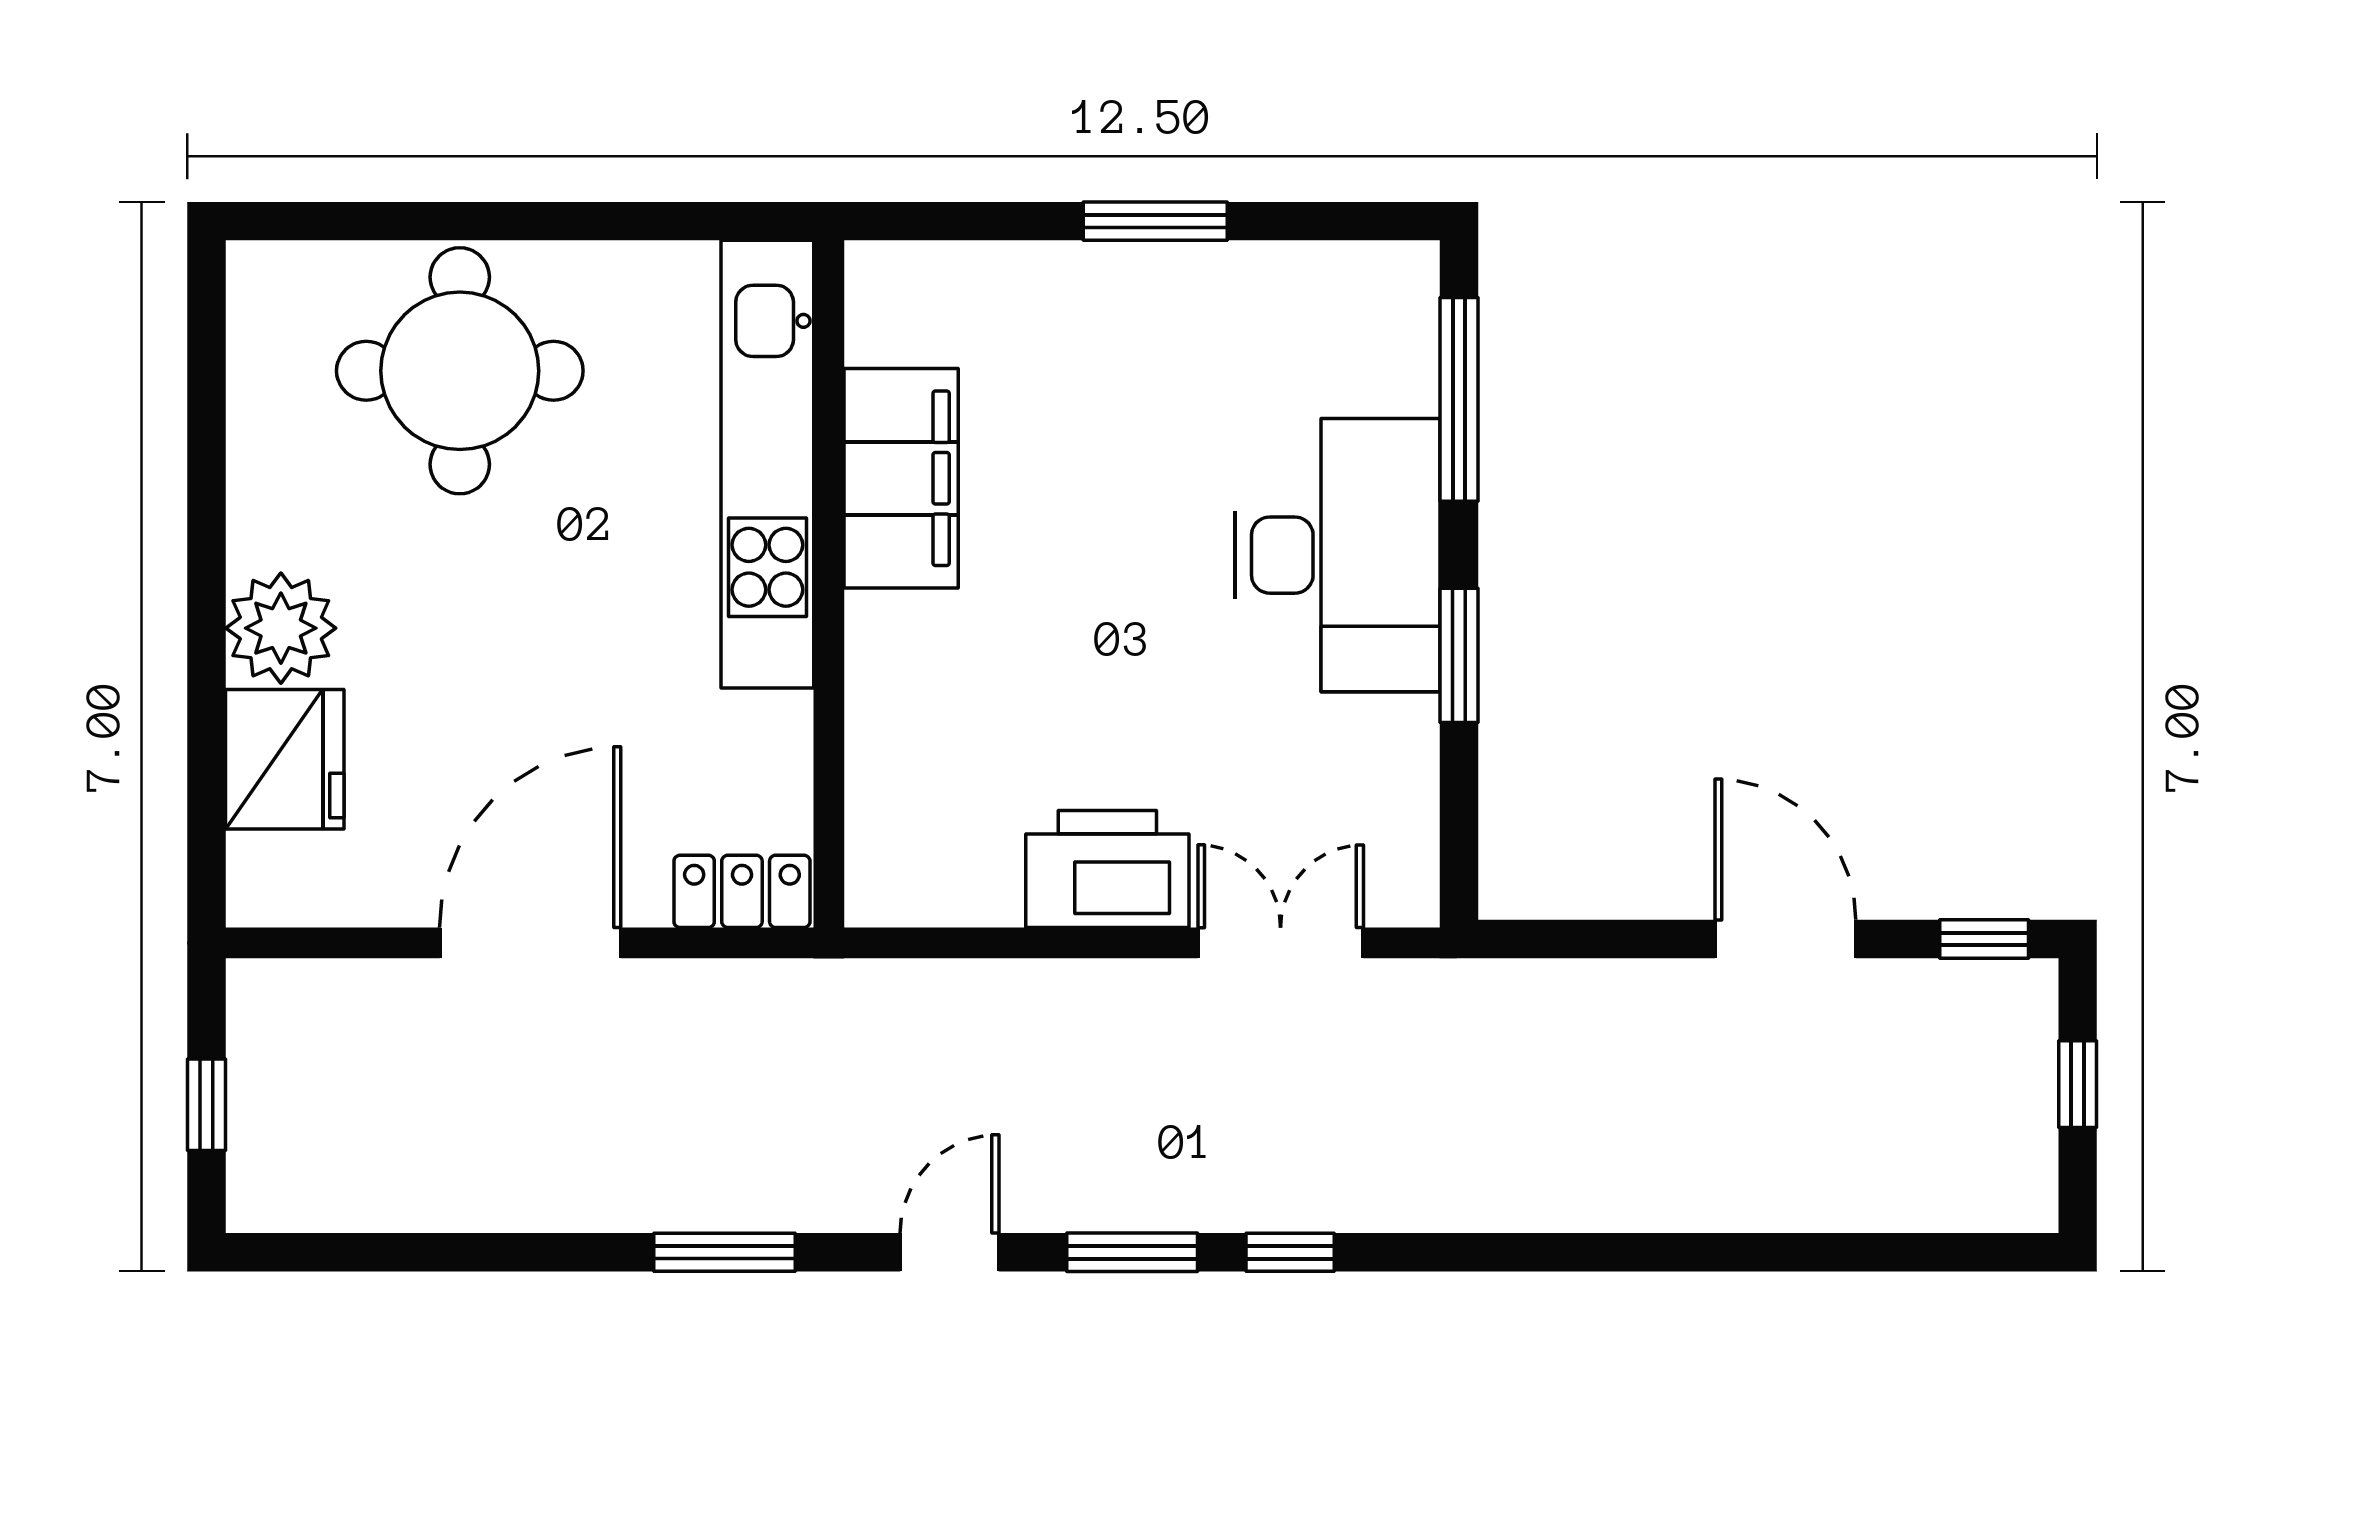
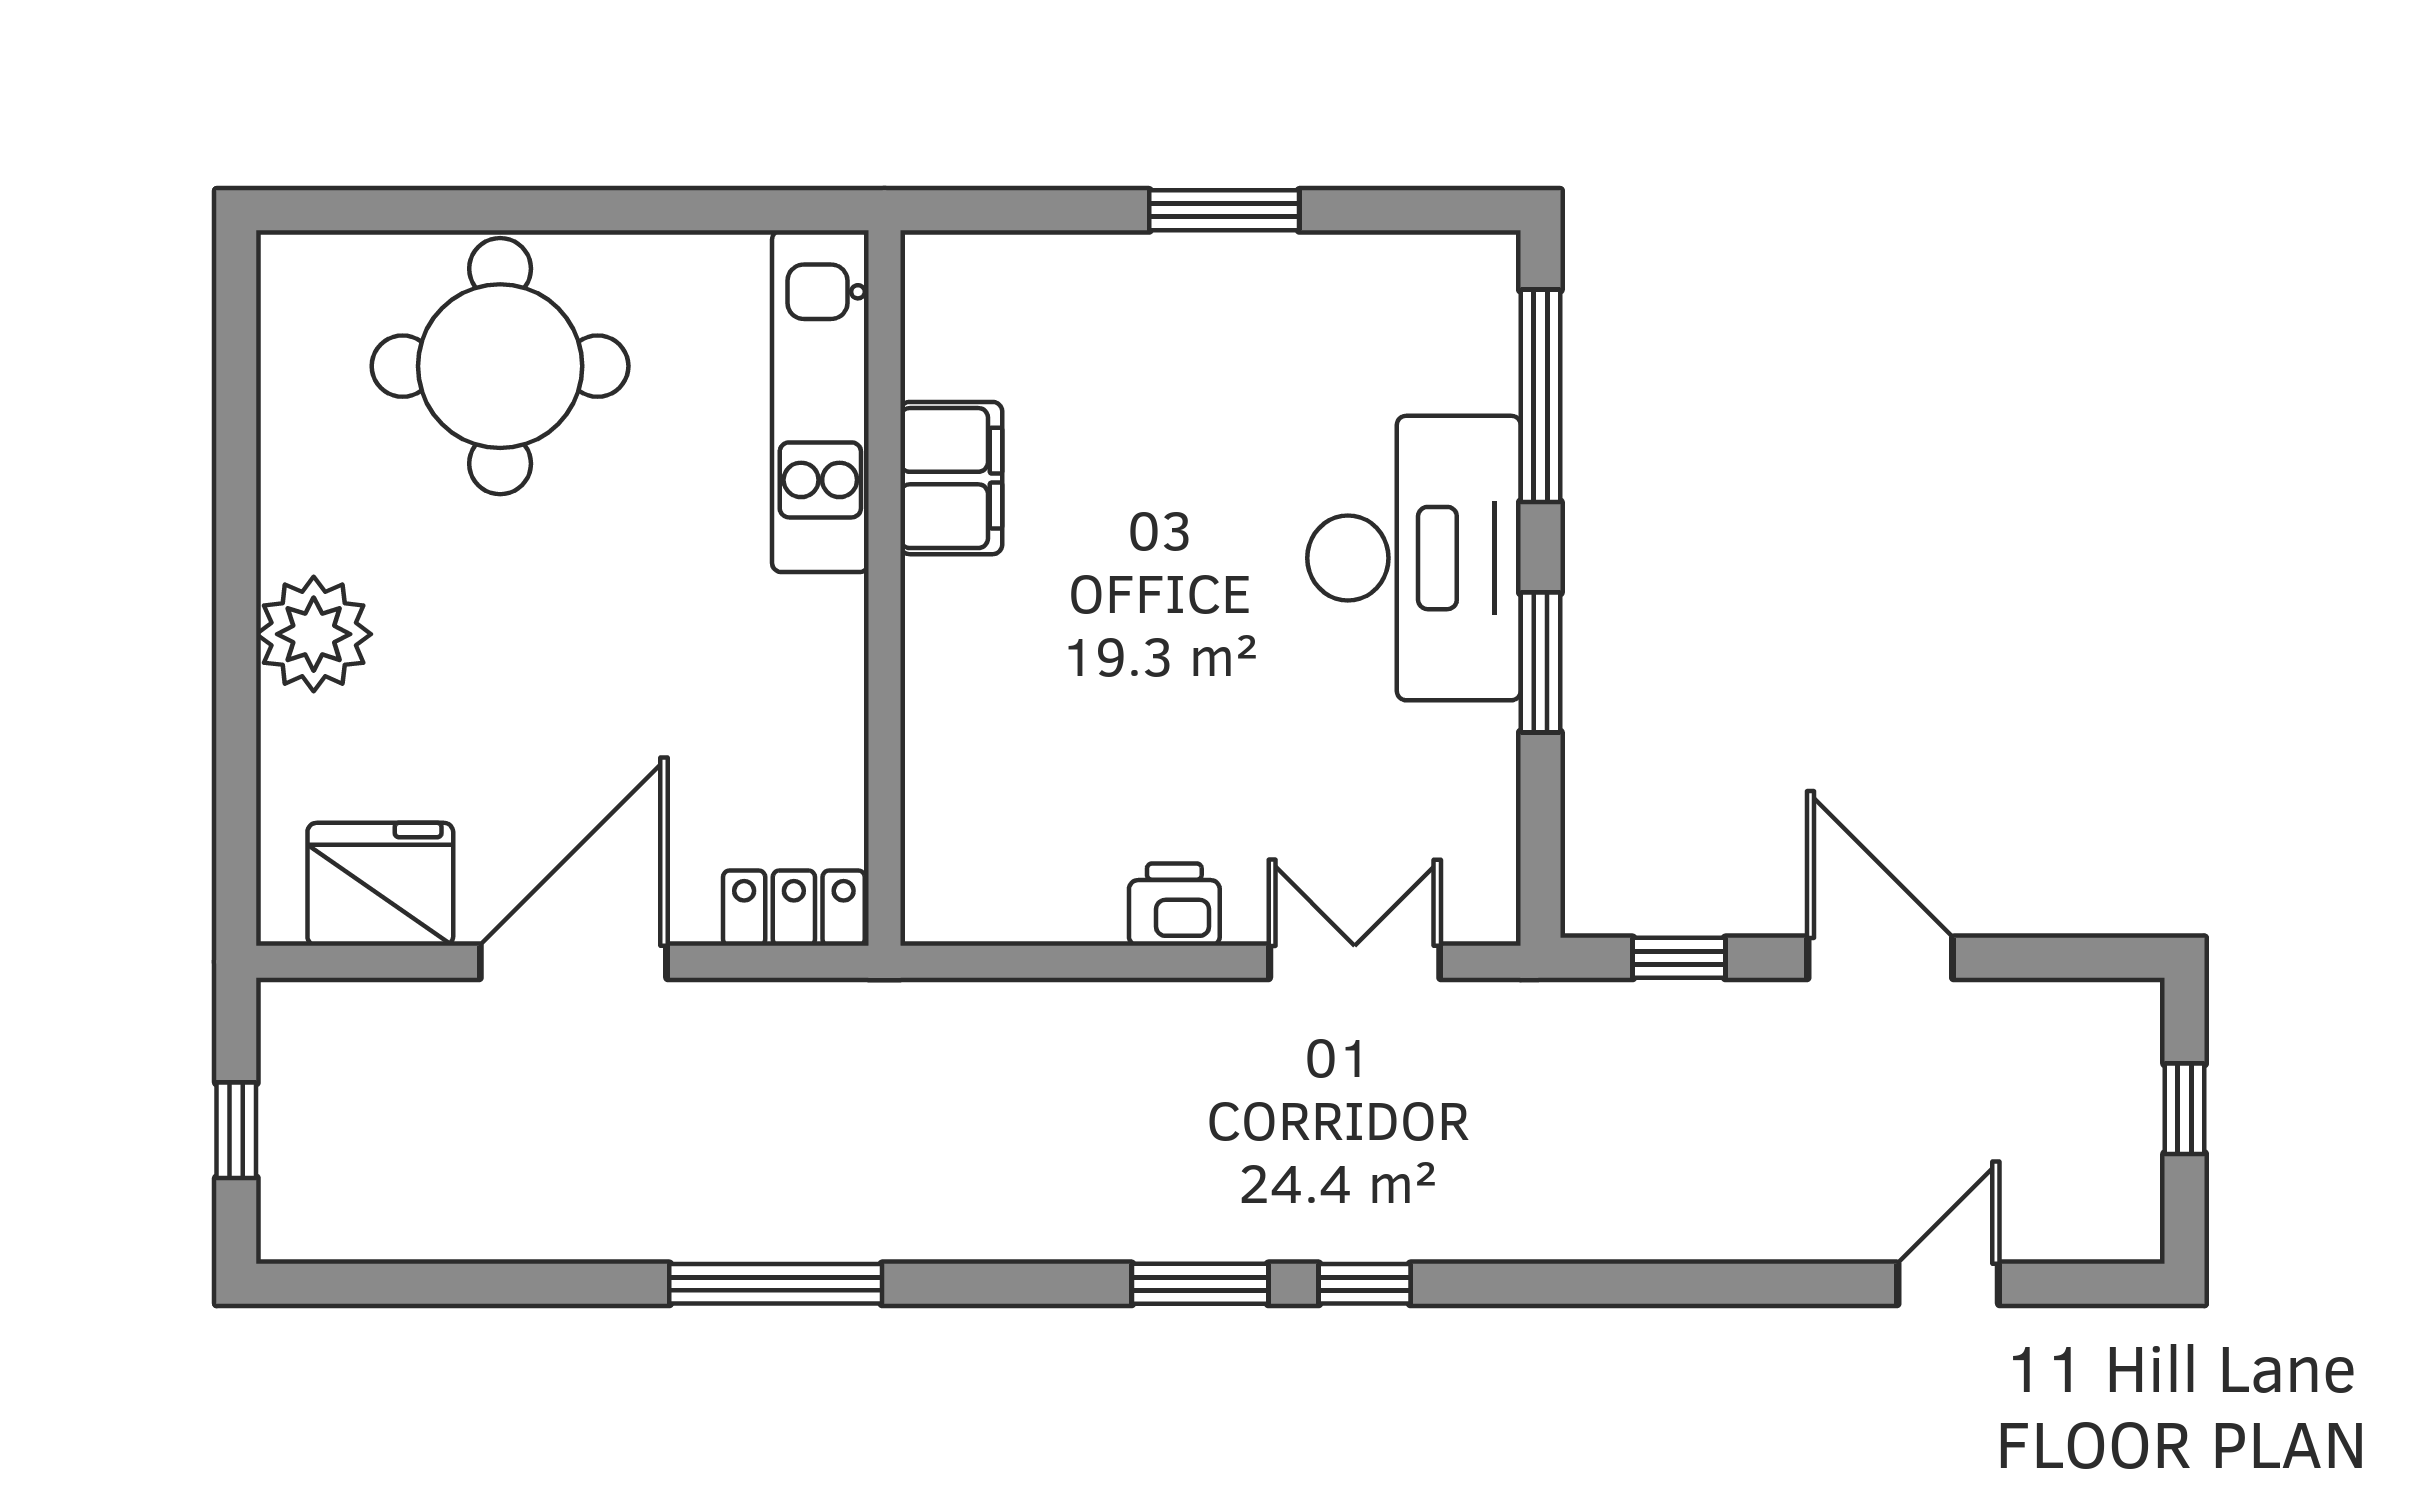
kitchen unit: (767, 464) -> (820, 401), width x0.73
filing cabinet: (901, 478) -> (951, 478), width x0.67, depth x0.86
fridge: (285, 759) -> (380, 884), moved, turned -90
printer: (1107, 869) -> (1174, 905), width x0.53, depth x0.68
window: (1984, 939) -> (1679, 958), moved
window: (724, 1252) -> (776, 1284), width x1.44
door: (949, 1252) -> (1948, 1284), moved

